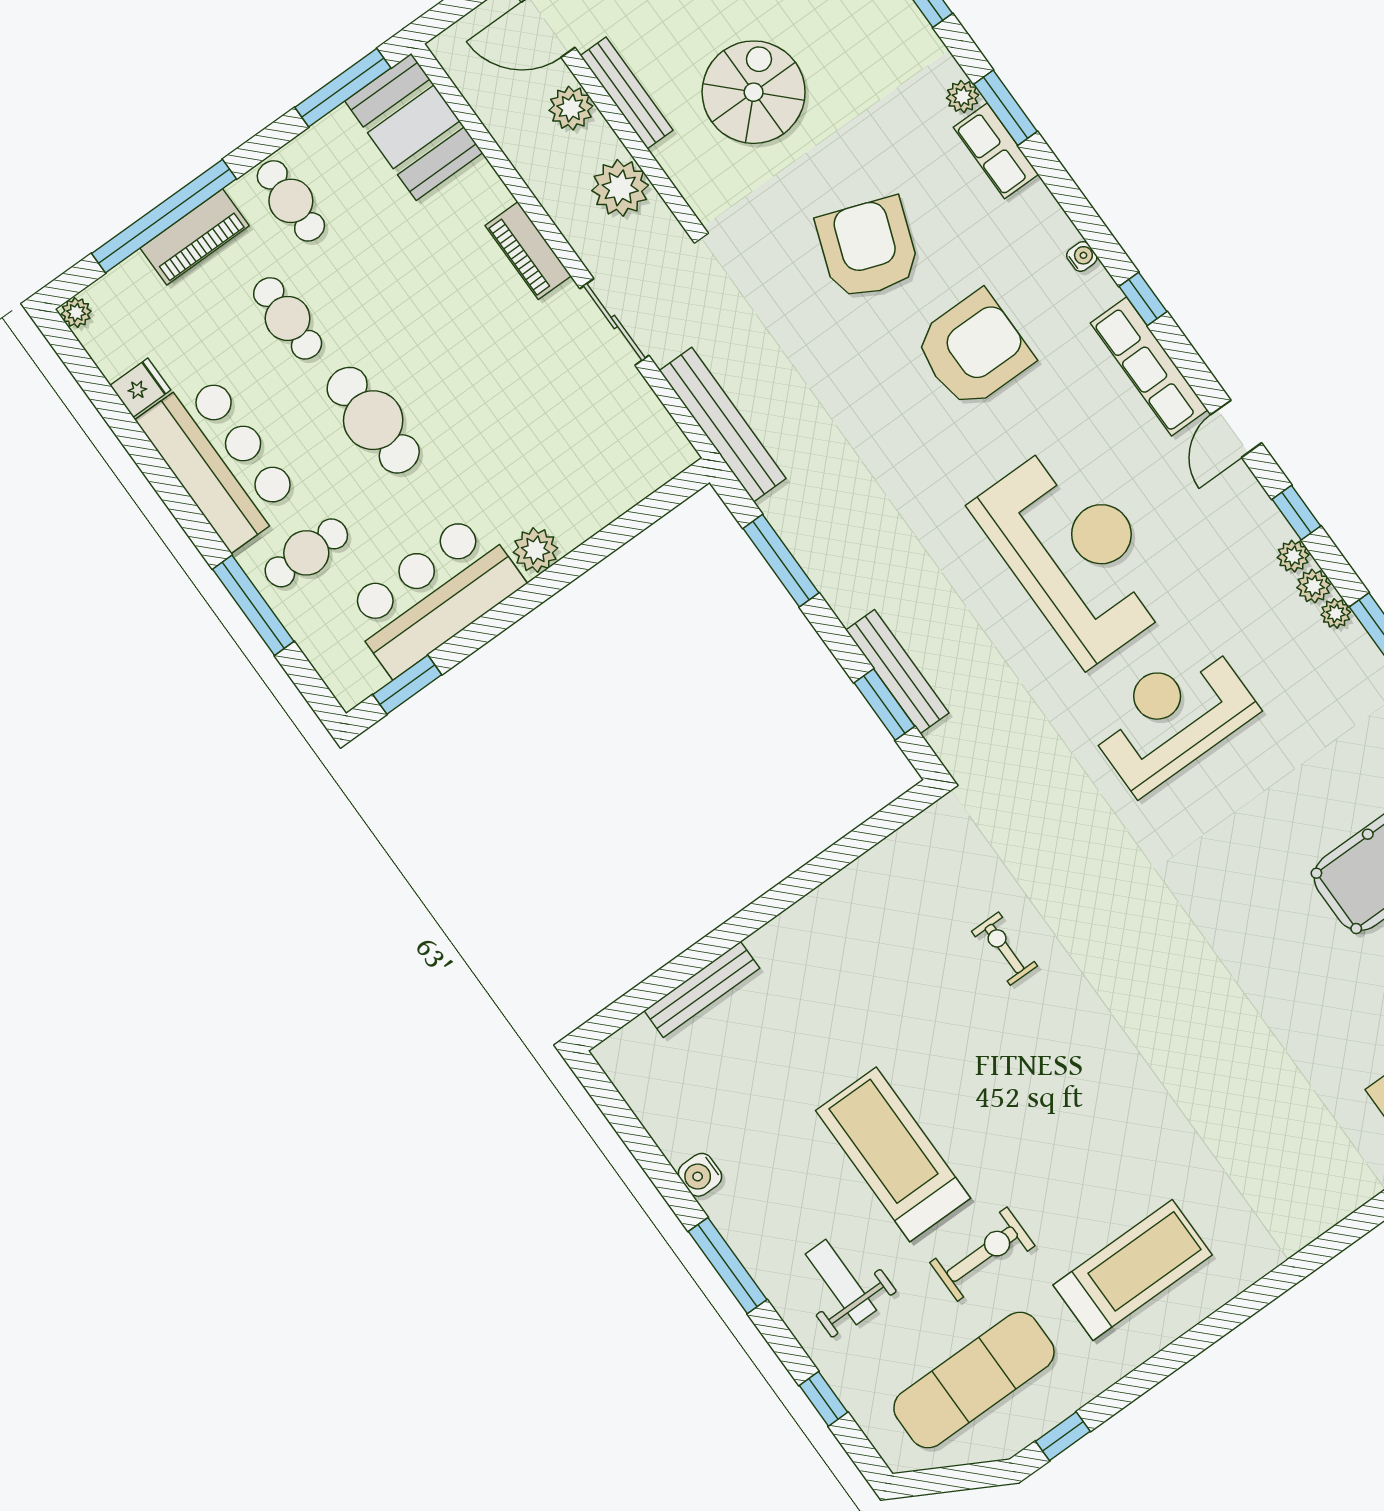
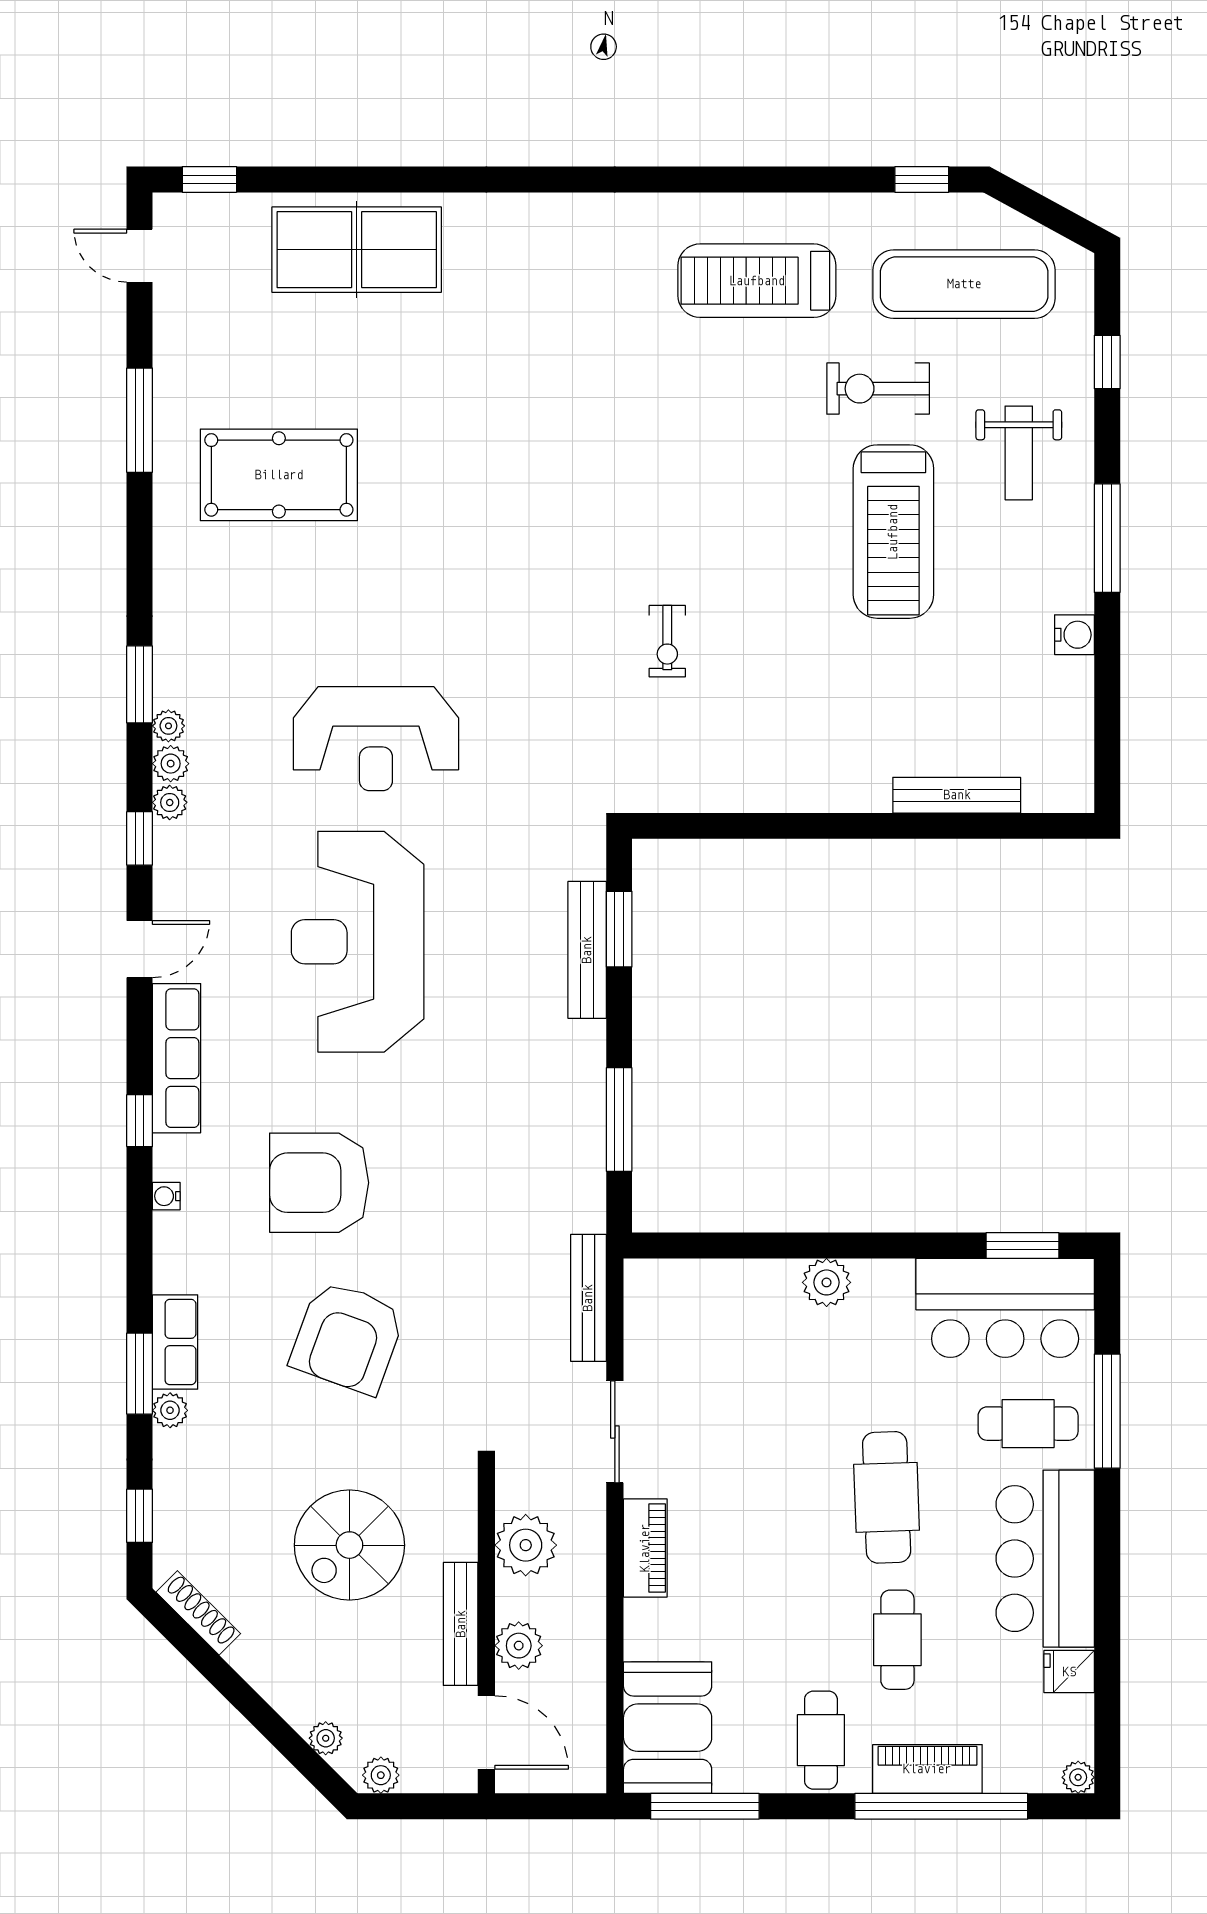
bench: (723, 425) -> (588, 1298), width x0.73, depth x0.82
bar counter: (433, 594) -> (1005, 1308), moved

